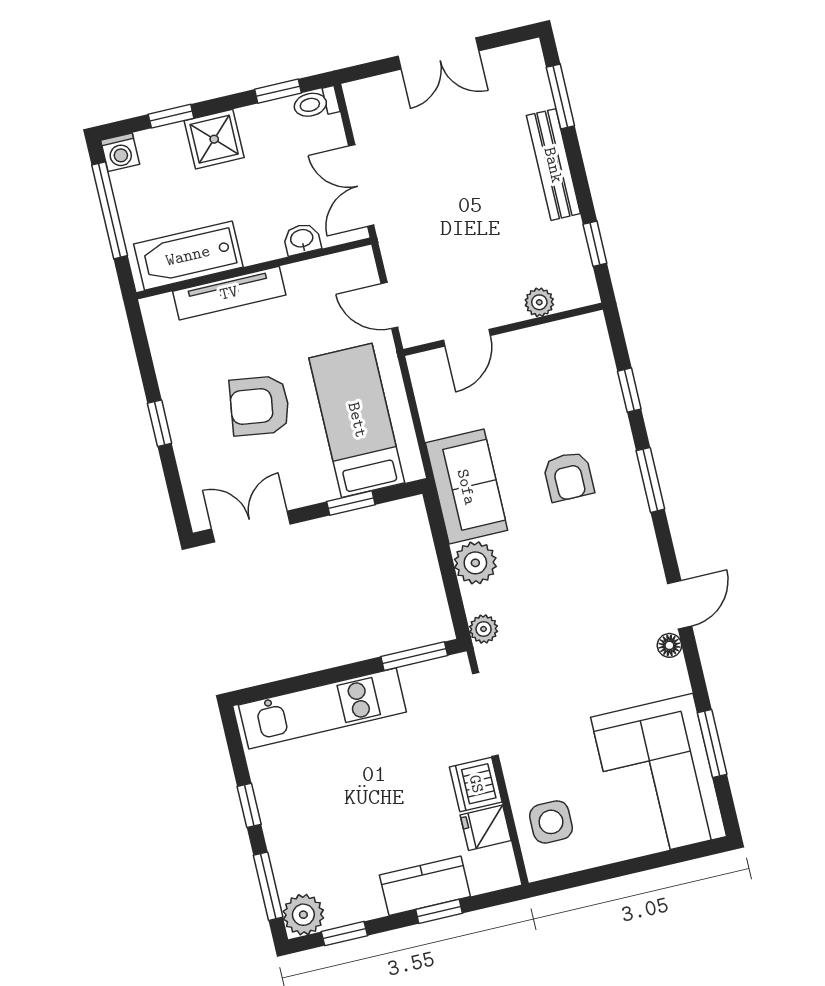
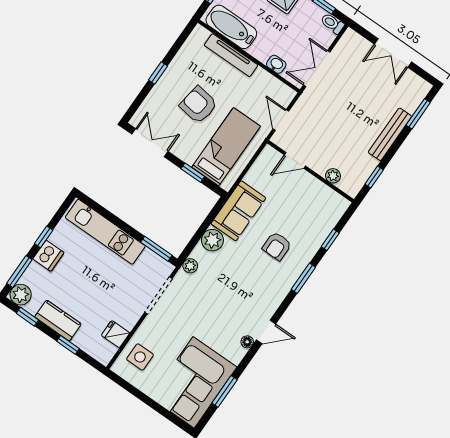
dishwasher: (476, 784) -> (48, 256), moved, turned 180
kitchen counter: (425, 886) -> (58, 320), moved

